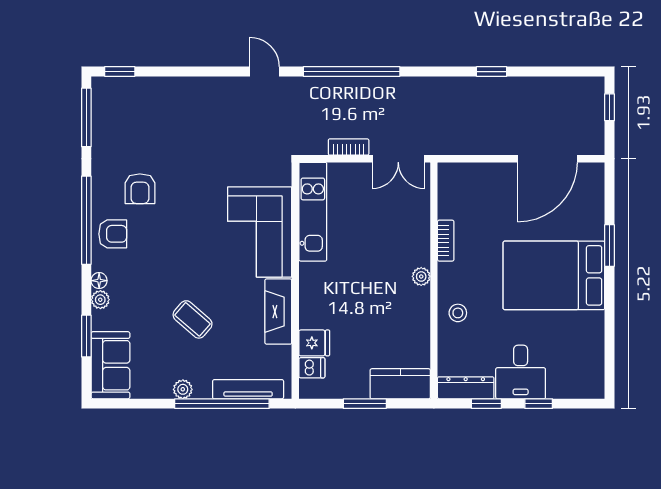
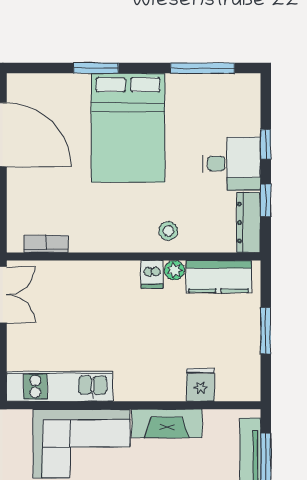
bookcase: (446, 241) -> (46, 244), moved
plant: (421, 276) -> (174, 270), moved
window: (609, 345) -> (202, 68), added
dishwasher: (312, 368) -> (152, 274), moved, turned 180
kitchen counter: (400, 384) -> (219, 277), moved, turned -90

